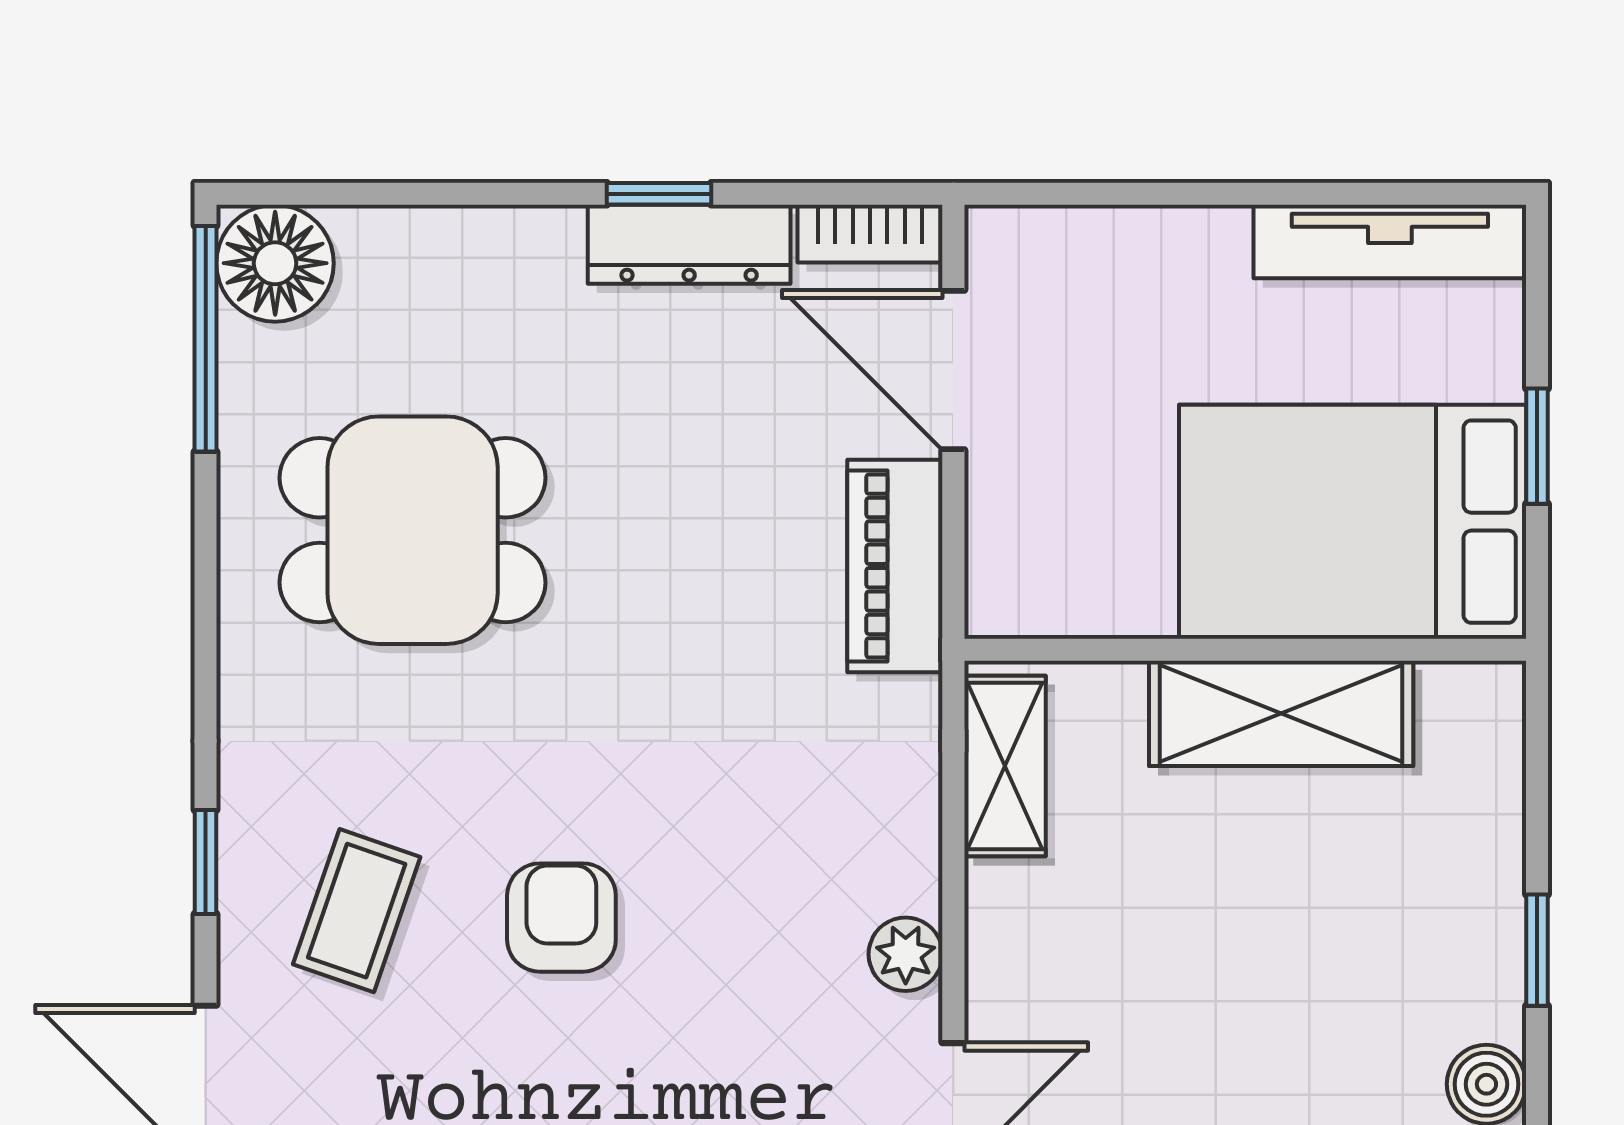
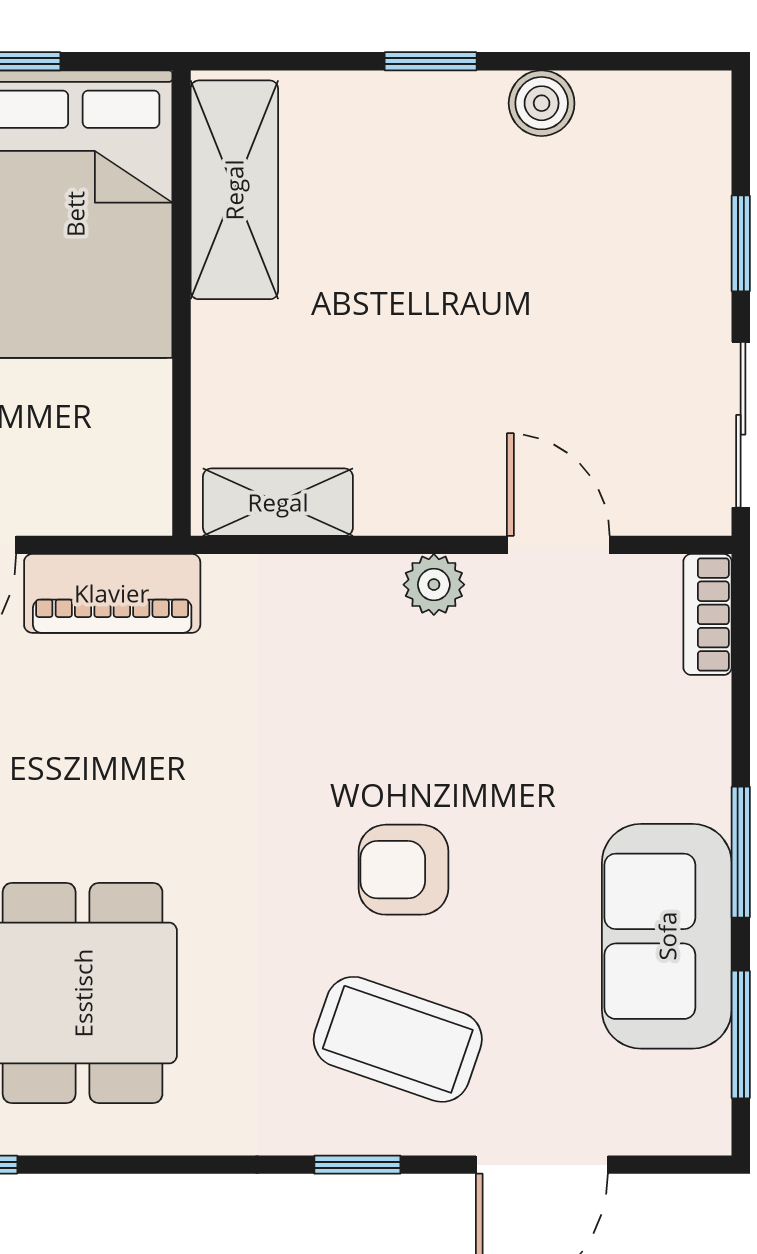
shelving: (1281, 713) -> (234, 190), moved
coffee table: (357, 911) -> (398, 1039), width x1.36, depth x1.30

